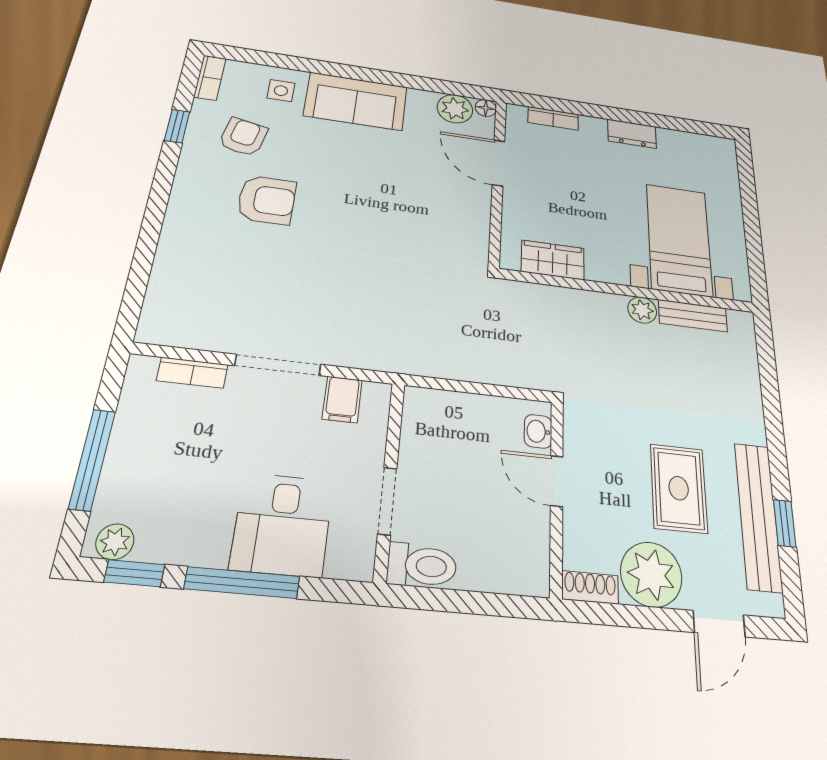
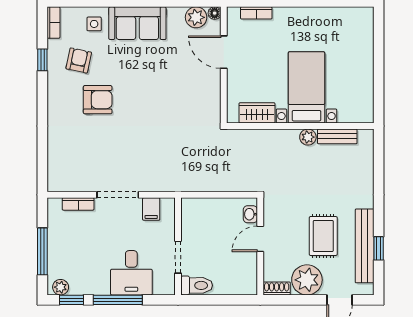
dresser: (632, 134) -> (306, 15), removed
bed with nightstands: (679, 239) -> (306, 87), moved
door: (557, 481) -> (260, 239), hinge flipped

